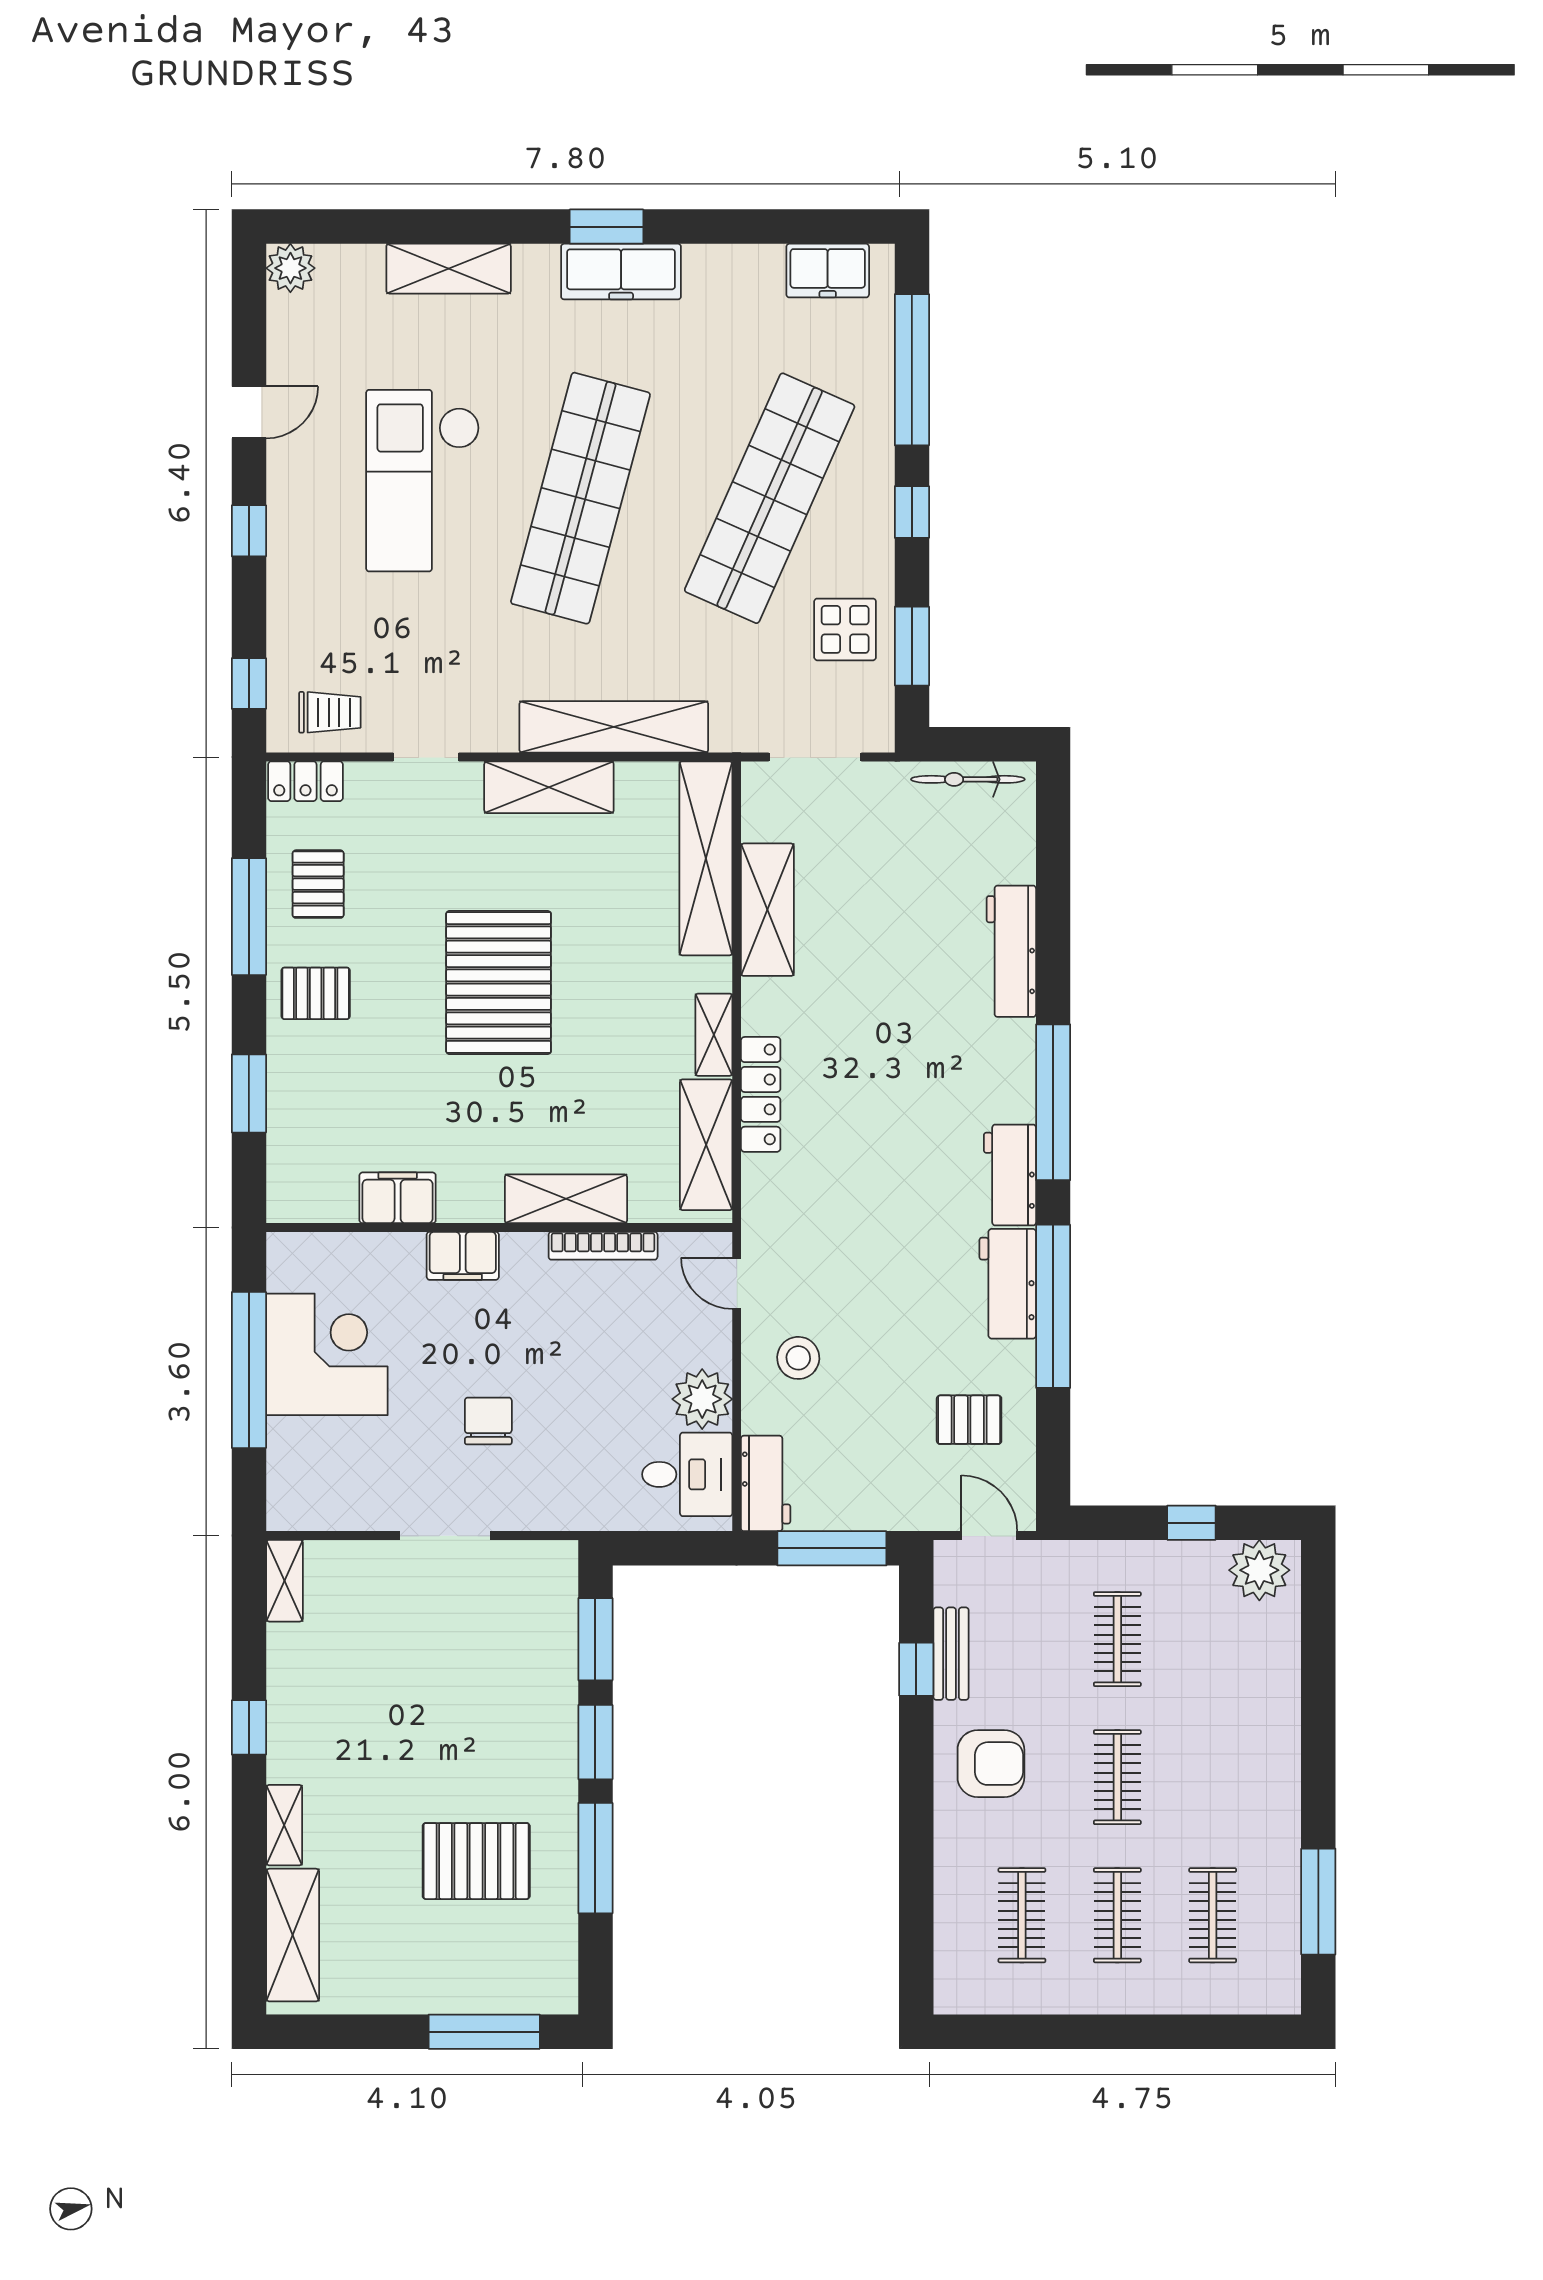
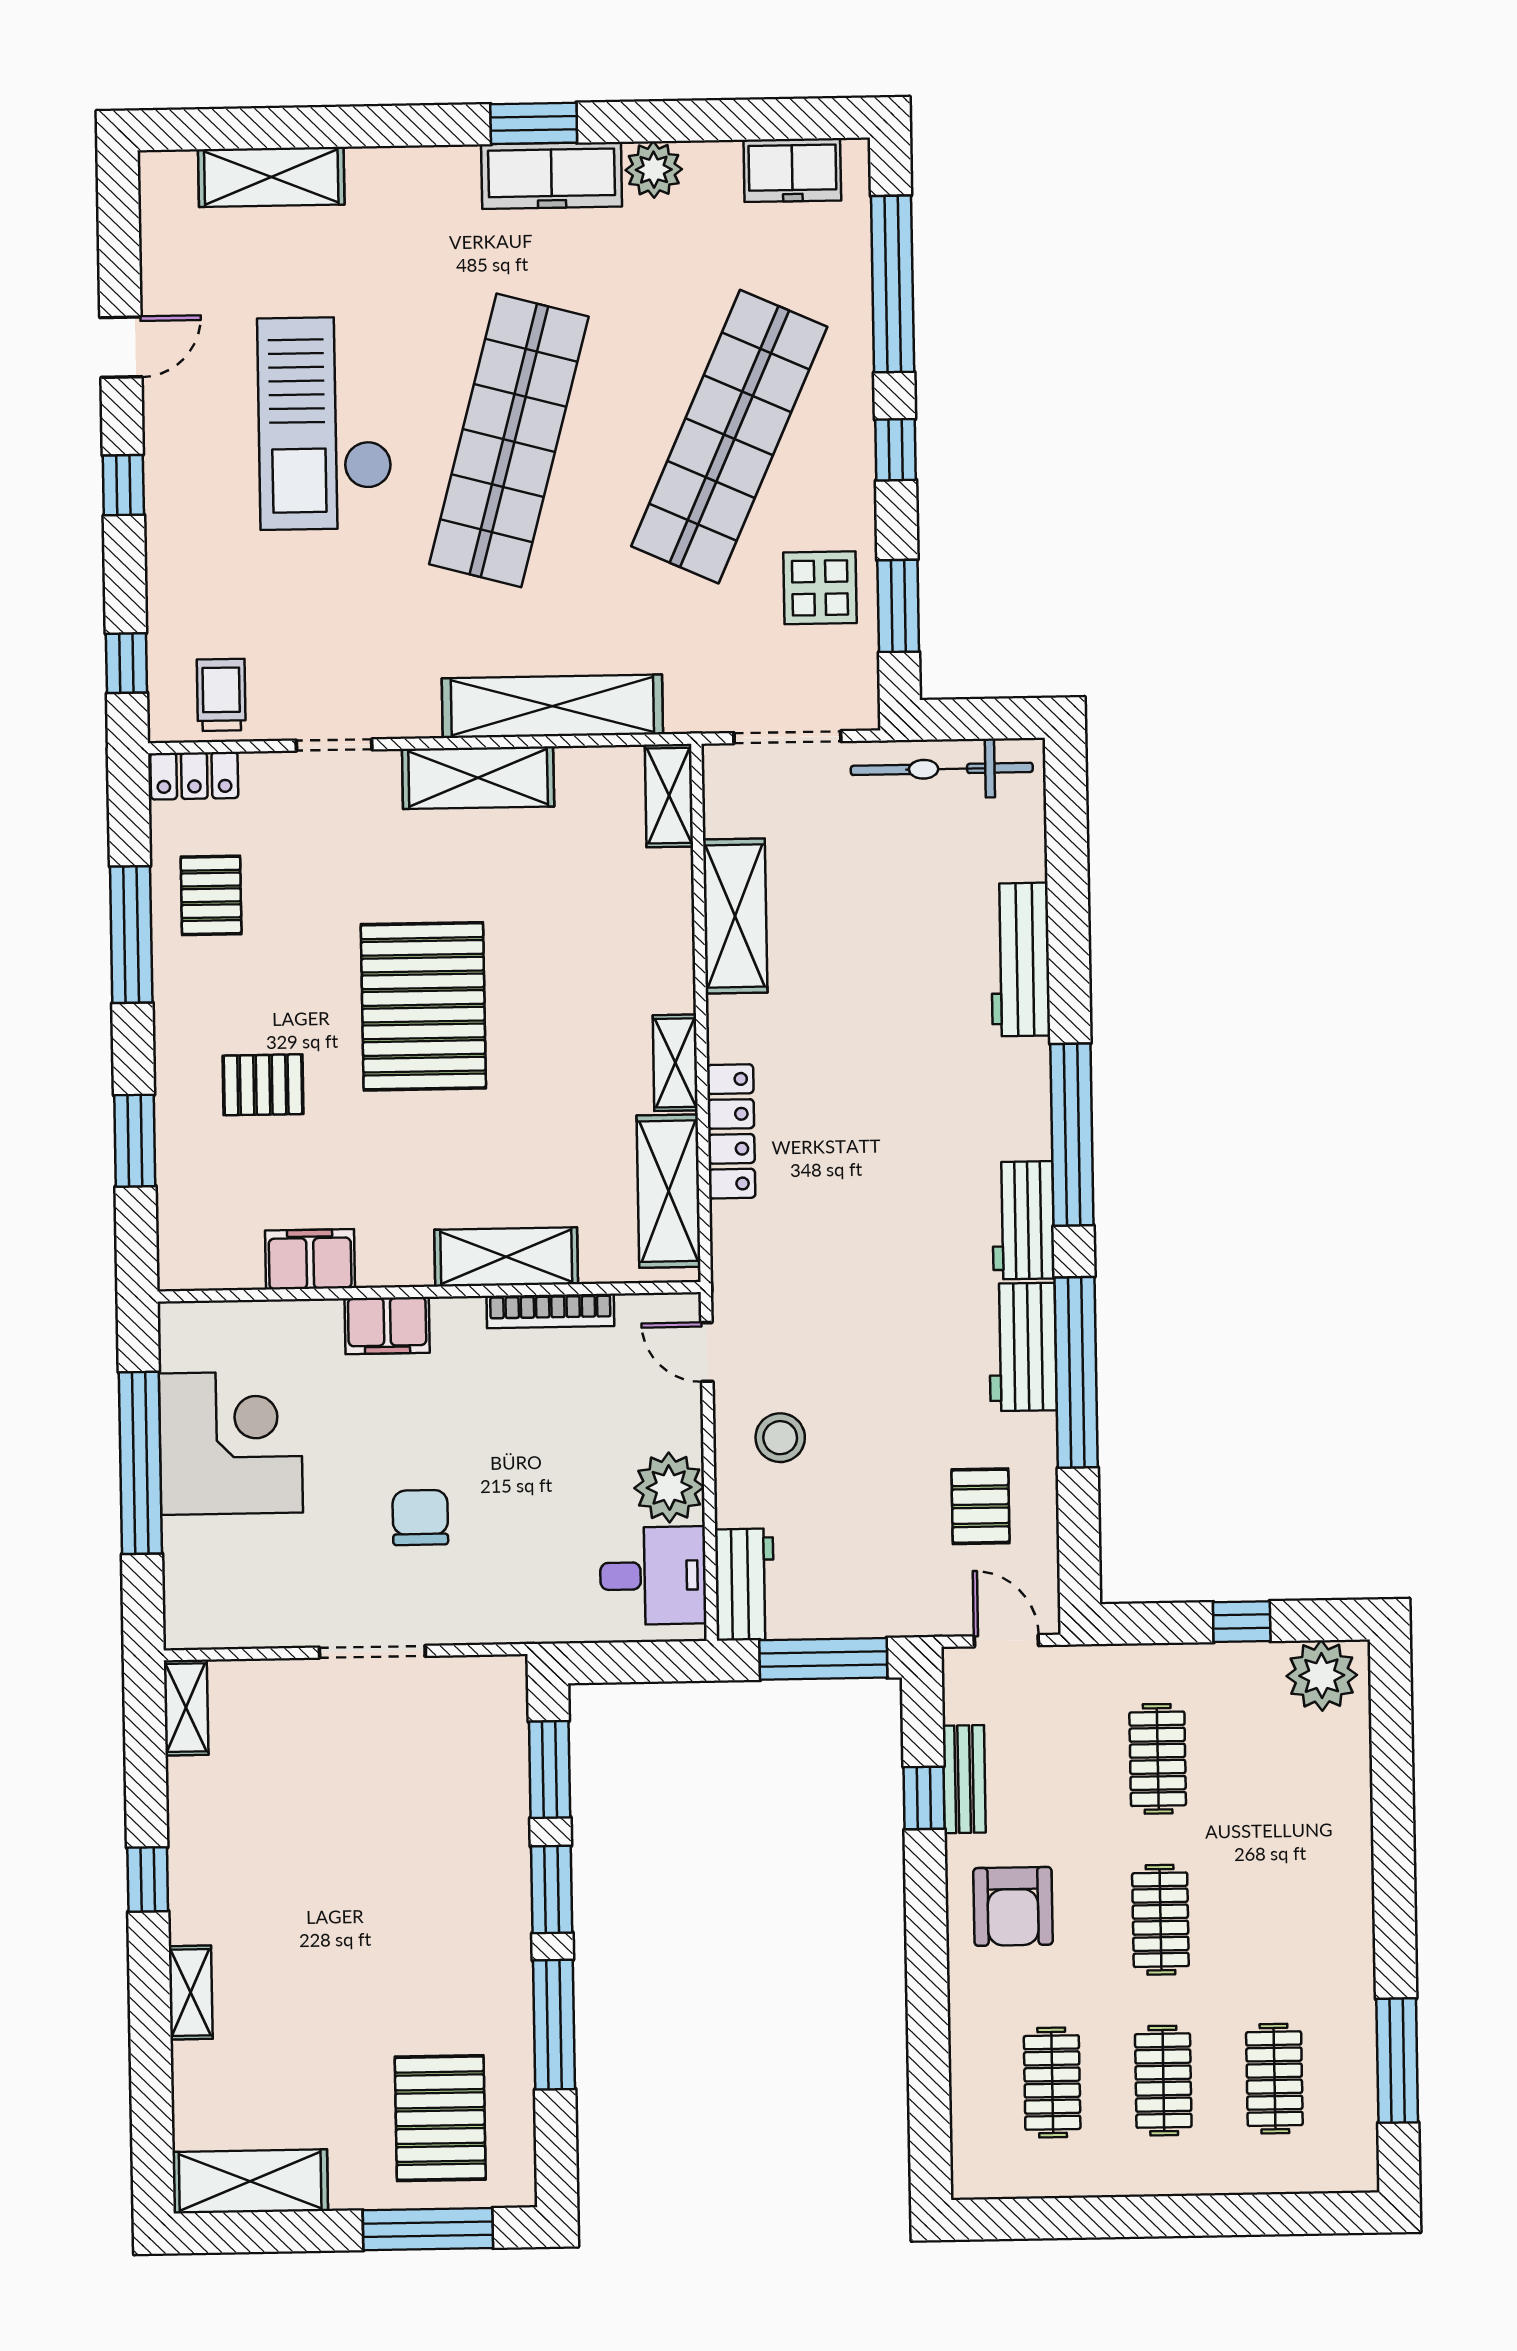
plant: (290, 268) -> (654, 170), moved
shelving: (449, 269) -> (271, 177), moved
trolley: (330, 712) -> (221, 695), turned -90
bicycle: (968, 779) -> (942, 769), width x1.37, depth x1.40
shelving: (706, 858) -> (669, 796), width x0.45, depth x0.75
pallet: (316, 993) -> (263, 1085), moved
pallet: (969, 1420) -> (980, 1506), turned 90
armchair: (991, 1764) -> (1013, 1906), turned 90
pallet: (476, 1861) -> (440, 2118), moved, turned 90
shelving: (293, 1935) -> (250, 2181), moved, turned 90

